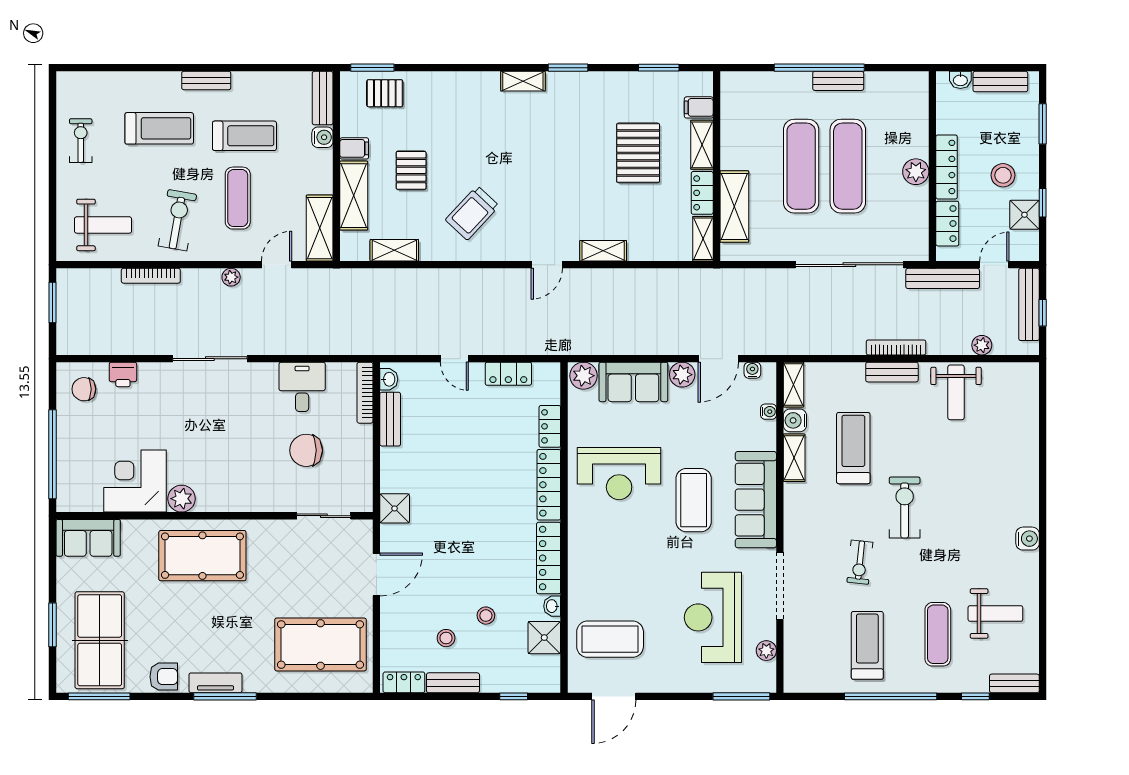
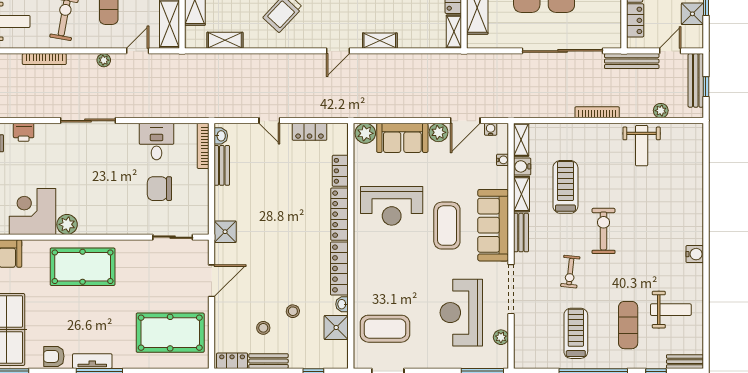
bench: (892, 372) -> (521, 233), moved, turned 90
armchair: (164, 677) -> (54, 356), turned 180

